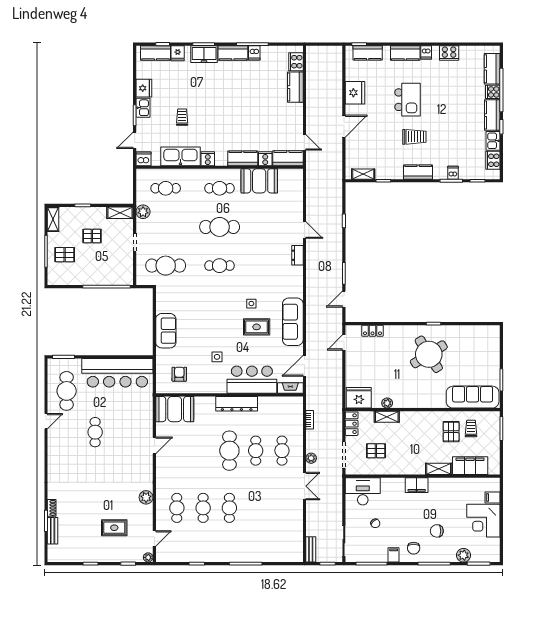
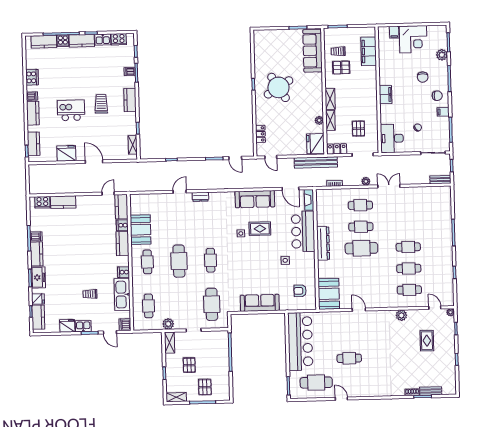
rug: (257, 327) -> (260, 229), turned 90
sofa: (166, 331) -> (260, 303), width x1.36
bench: (336, 398) -> (316, 162), added
shelving: (439, 469) -> (330, 99), moved

